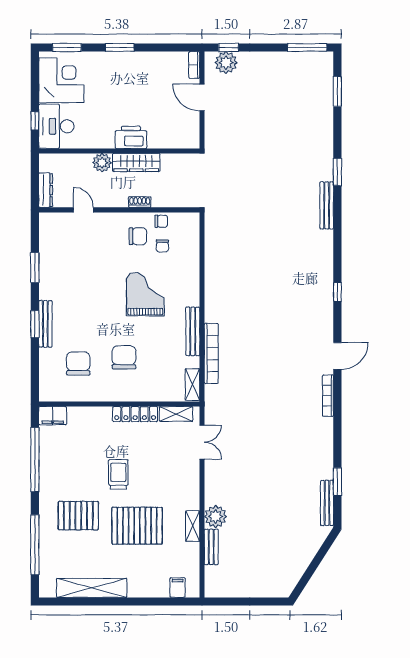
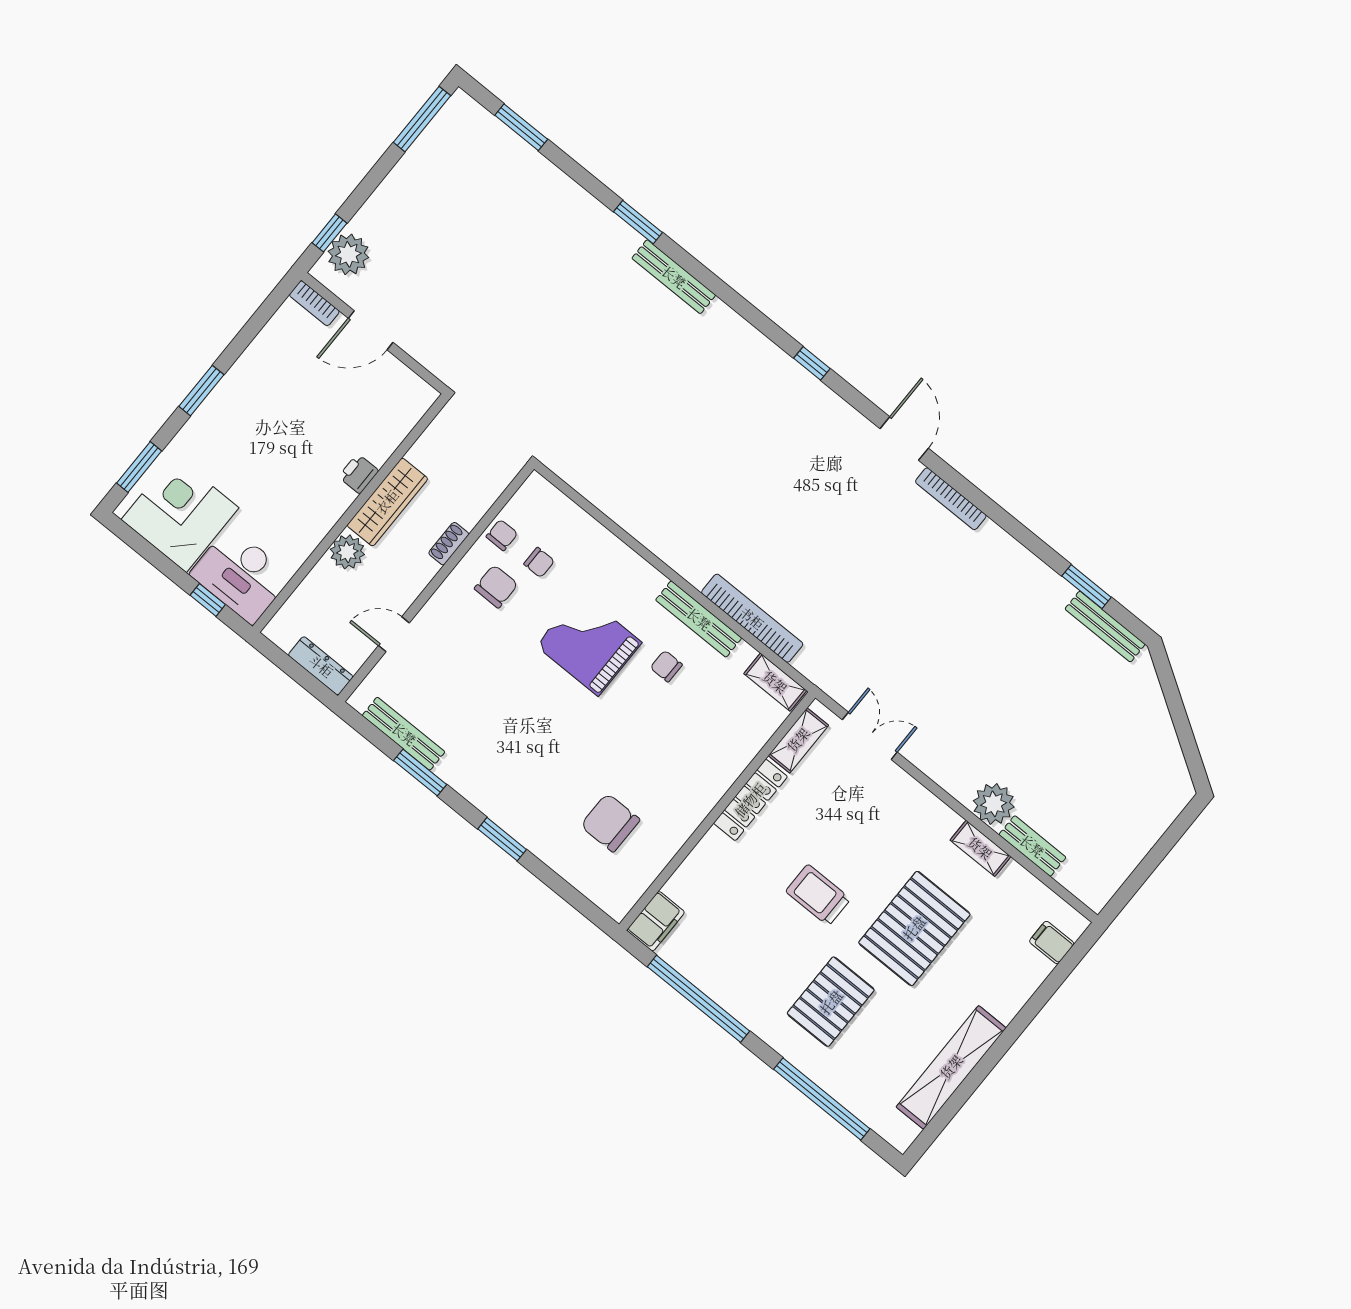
printer: (131, 137) -> (359, 474), width x0.53, depth x0.68
bench: (45, 324) -> (404, 734), moved
chair: (124, 357) -> (666, 666), moved, width x0.54, depth x0.54

